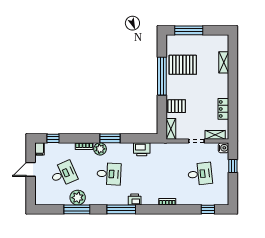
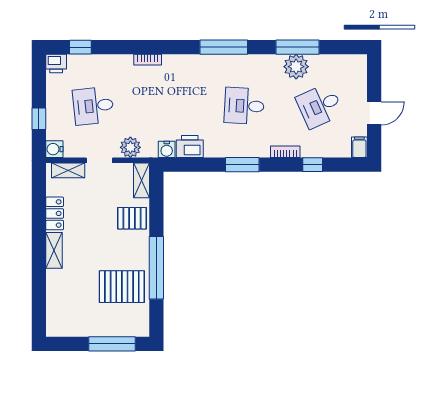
shelving: (224, 62) -> (54, 250), moved
window: (53, 138) -> (313, 165), moved
water cooler: (156, 148) -> (167, 149), added
plant: (100, 149) -> (130, 147), moved
printer: (135, 199) -> (56, 63), moved

